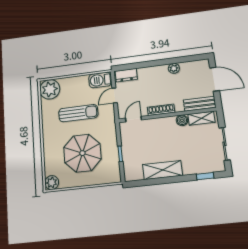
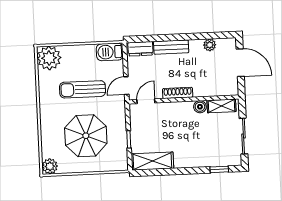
plant: (174, 68) -> (210, 45), moved
door: (115, 95) -> (126, 86), moved
bench: (200, 104) -> (171, 47), moved
sun lounger: (78, 113) -> (83, 89), turned 180
shelving: (162, 170) -> (152, 161), moved

